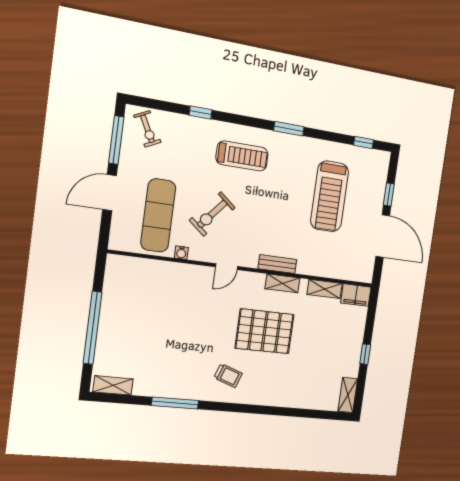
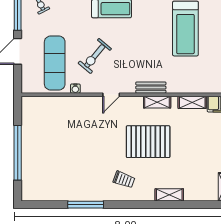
shelving: (113, 385) -> (169, 195), moved

